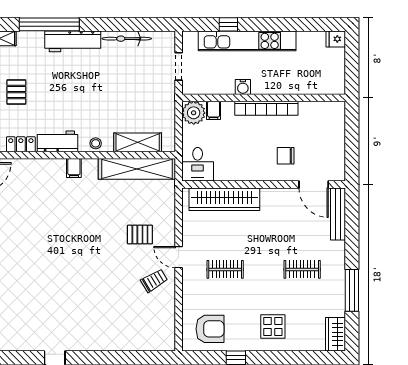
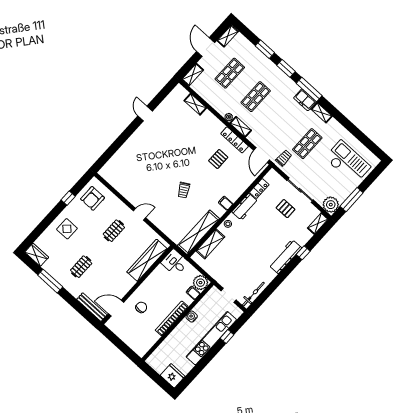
window: (49, 24) -> (303, 253), width x0.32
bicycle: (127, 39) -> (253, 294), moved
fridge: (336, 39) -> (173, 376), width x1.88, depth x1.34
pallet: (140, 234) -> (218, 159), moved
trolley: (154, 281) -> (184, 190), moved

